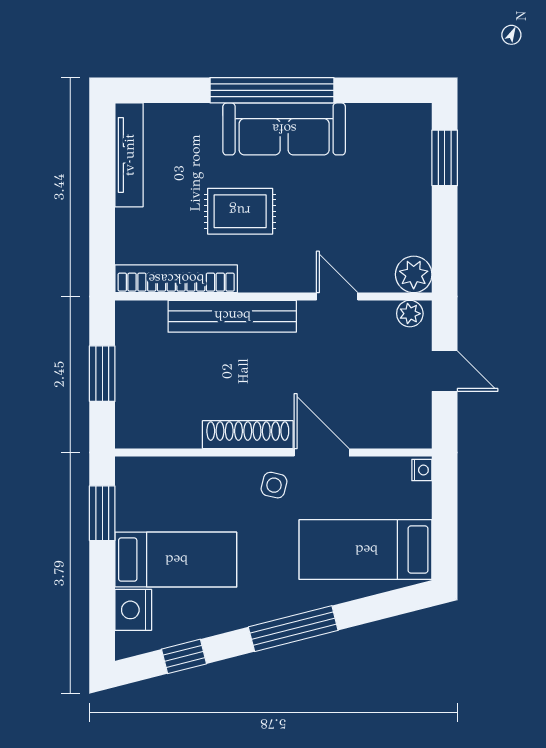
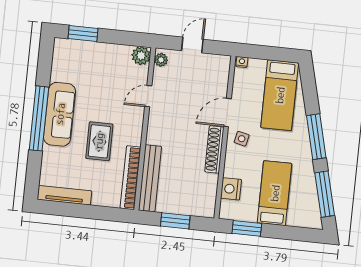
bench: (232, 316) -> (150, 178), moved
nightstand: (133, 610) -> (231, 189), moved, turned 90
window: (184, 656) -> (325, 194), width x2.17

